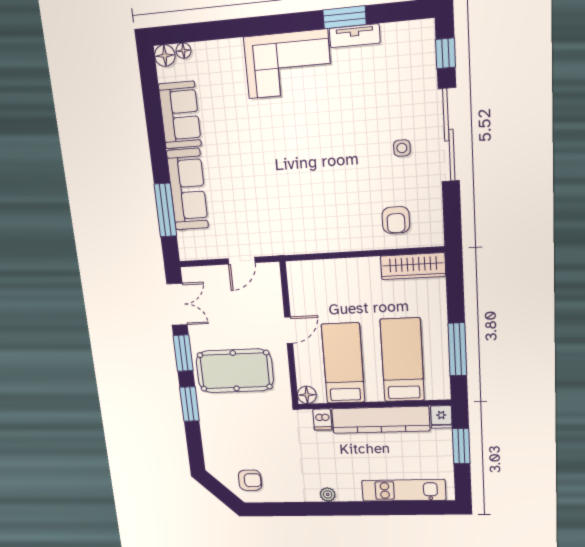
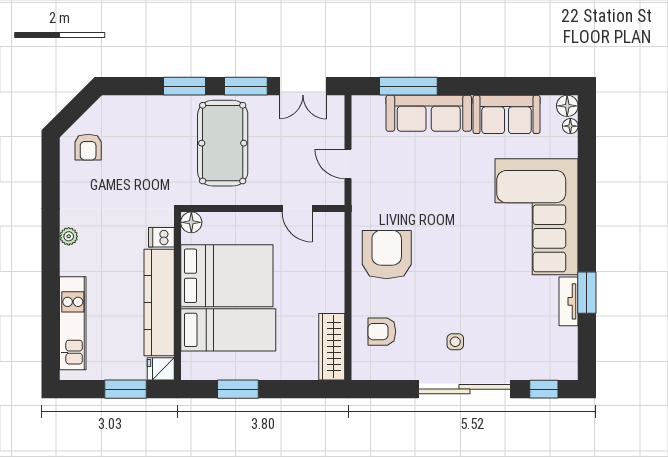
corner sofa: (288, 64) -> (537, 217), width x1.36, depth x1.36
armchair: (322, 220) -> (387, 255), added
door: (289, 330) -> (297, 208), moved
window: (457, 349) -> (238, 389), width x0.69
bed: (343, 363) -> (227, 276), width x1.50

